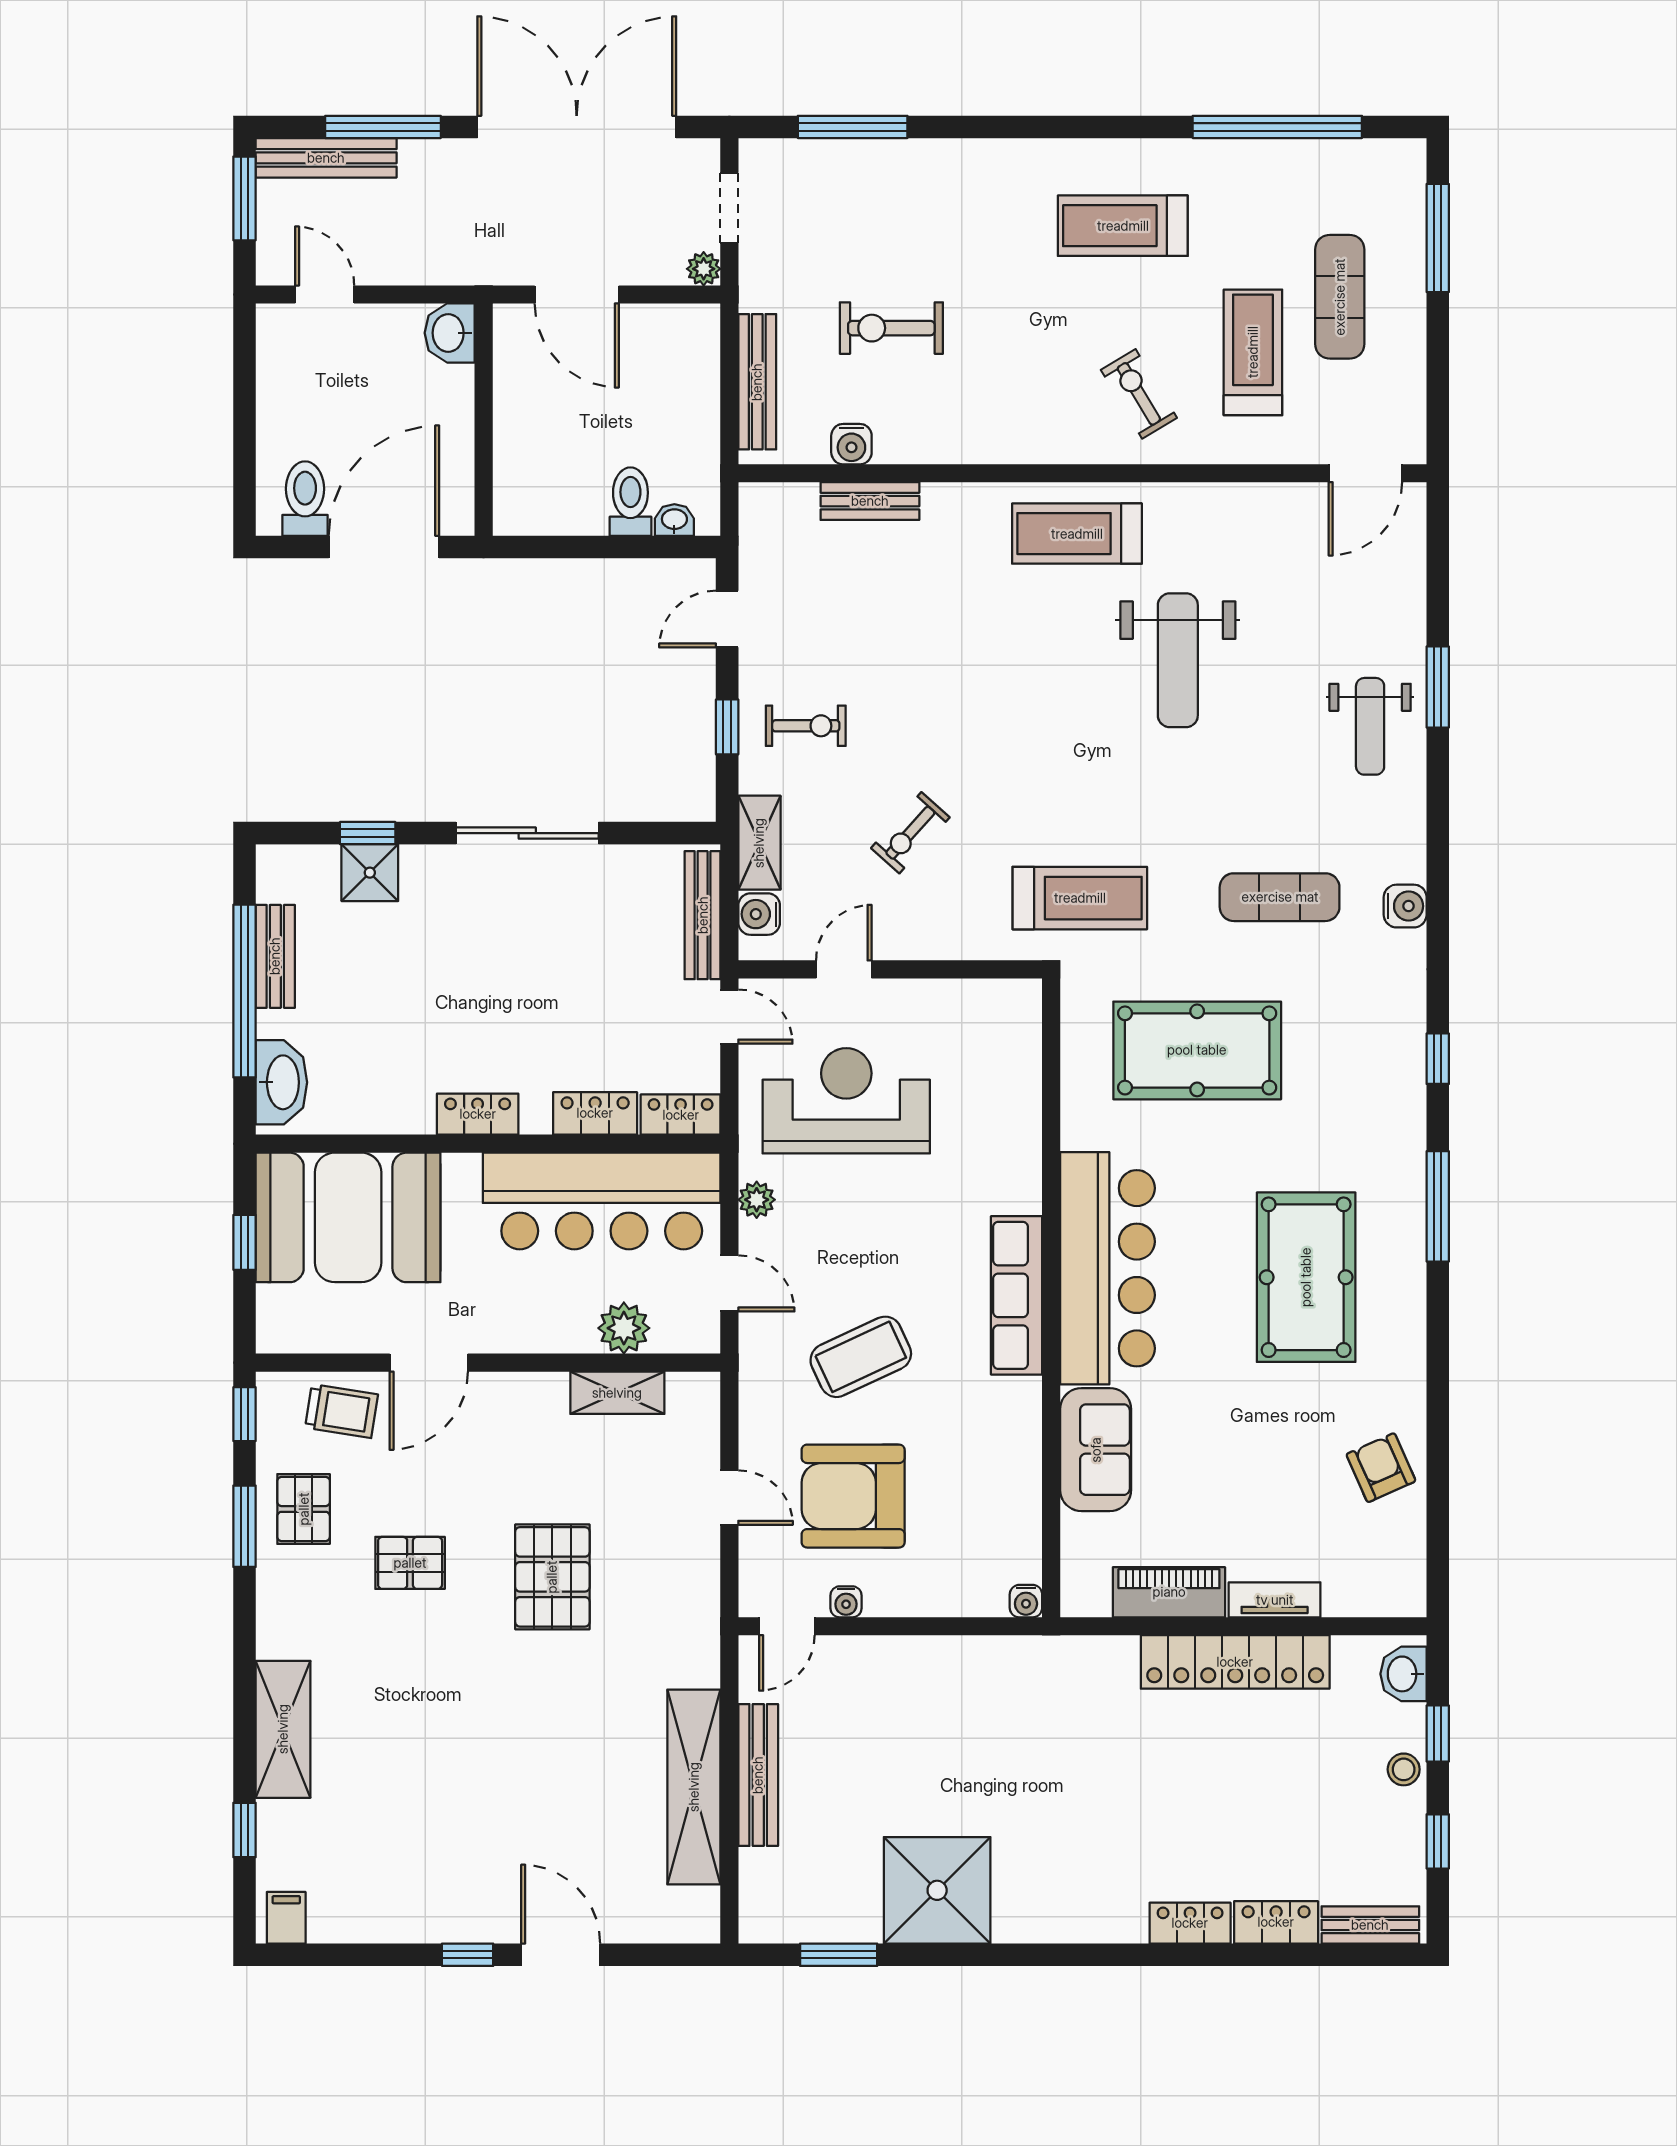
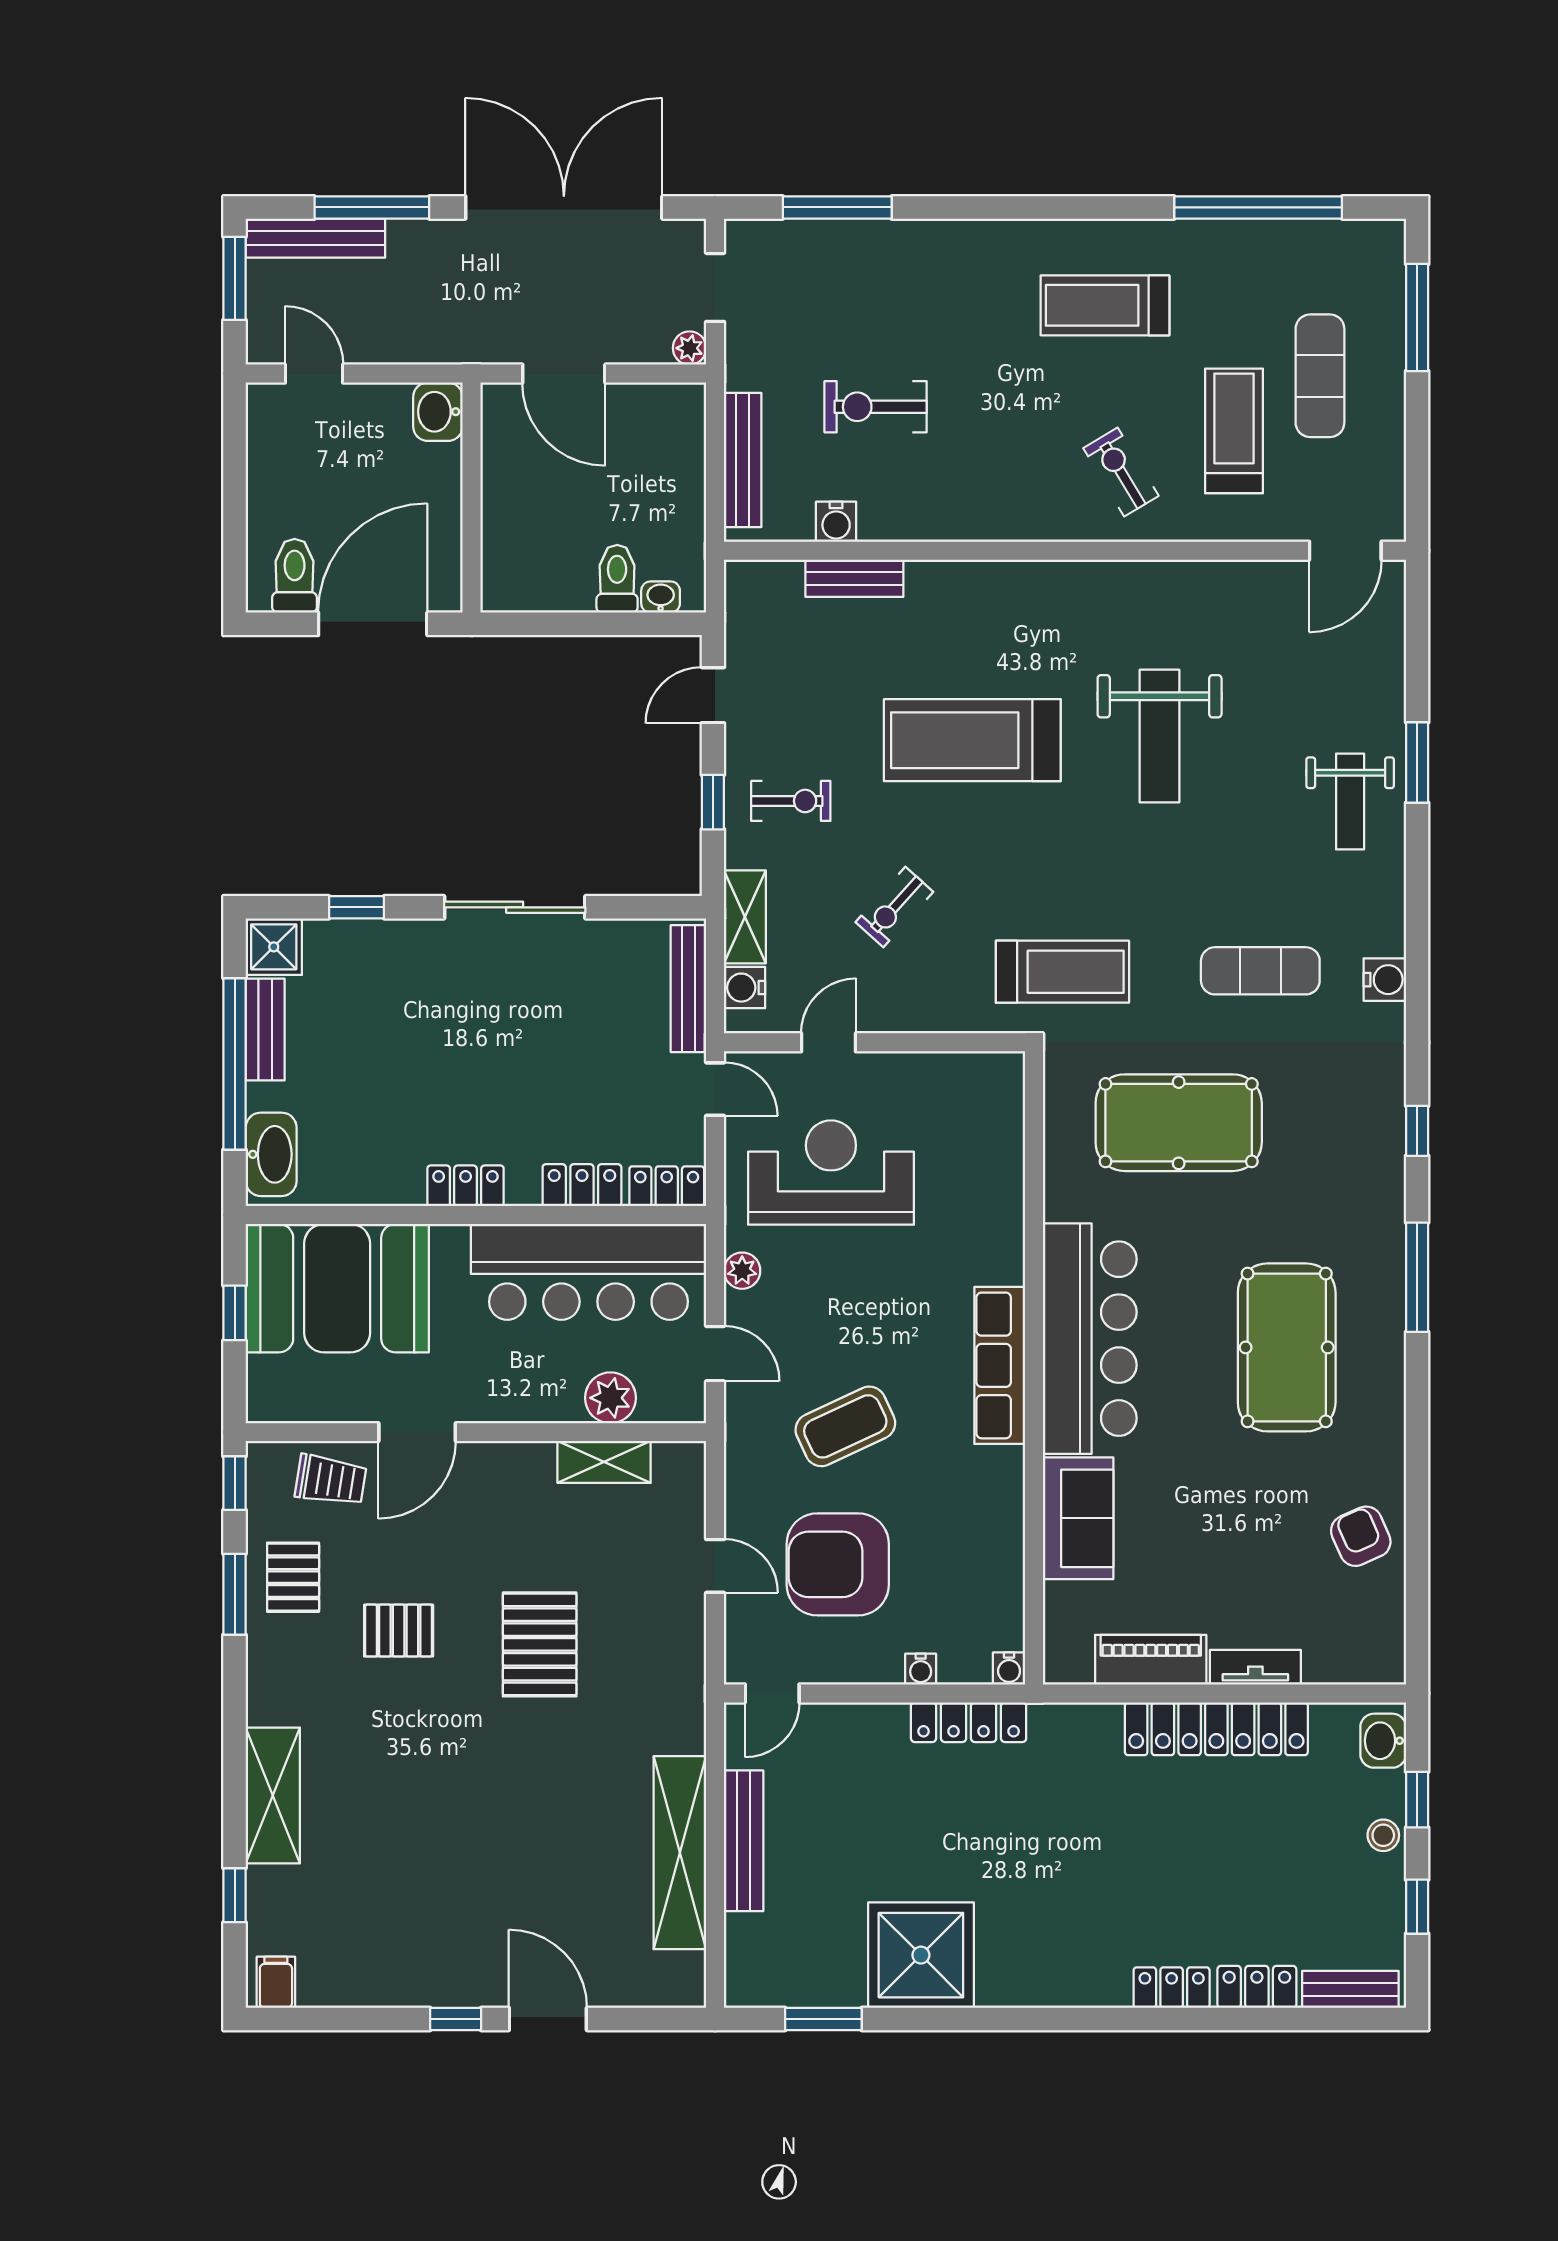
treadmill: (1077, 534) -> (972, 740), moved, width x1.37, depth x1.38
shower: (370, 873) -> (274, 947), moved
water cooler: (846, 1602) -> (921, 1669), moved
locker: (985, 1655) -> (969, 1722), added

